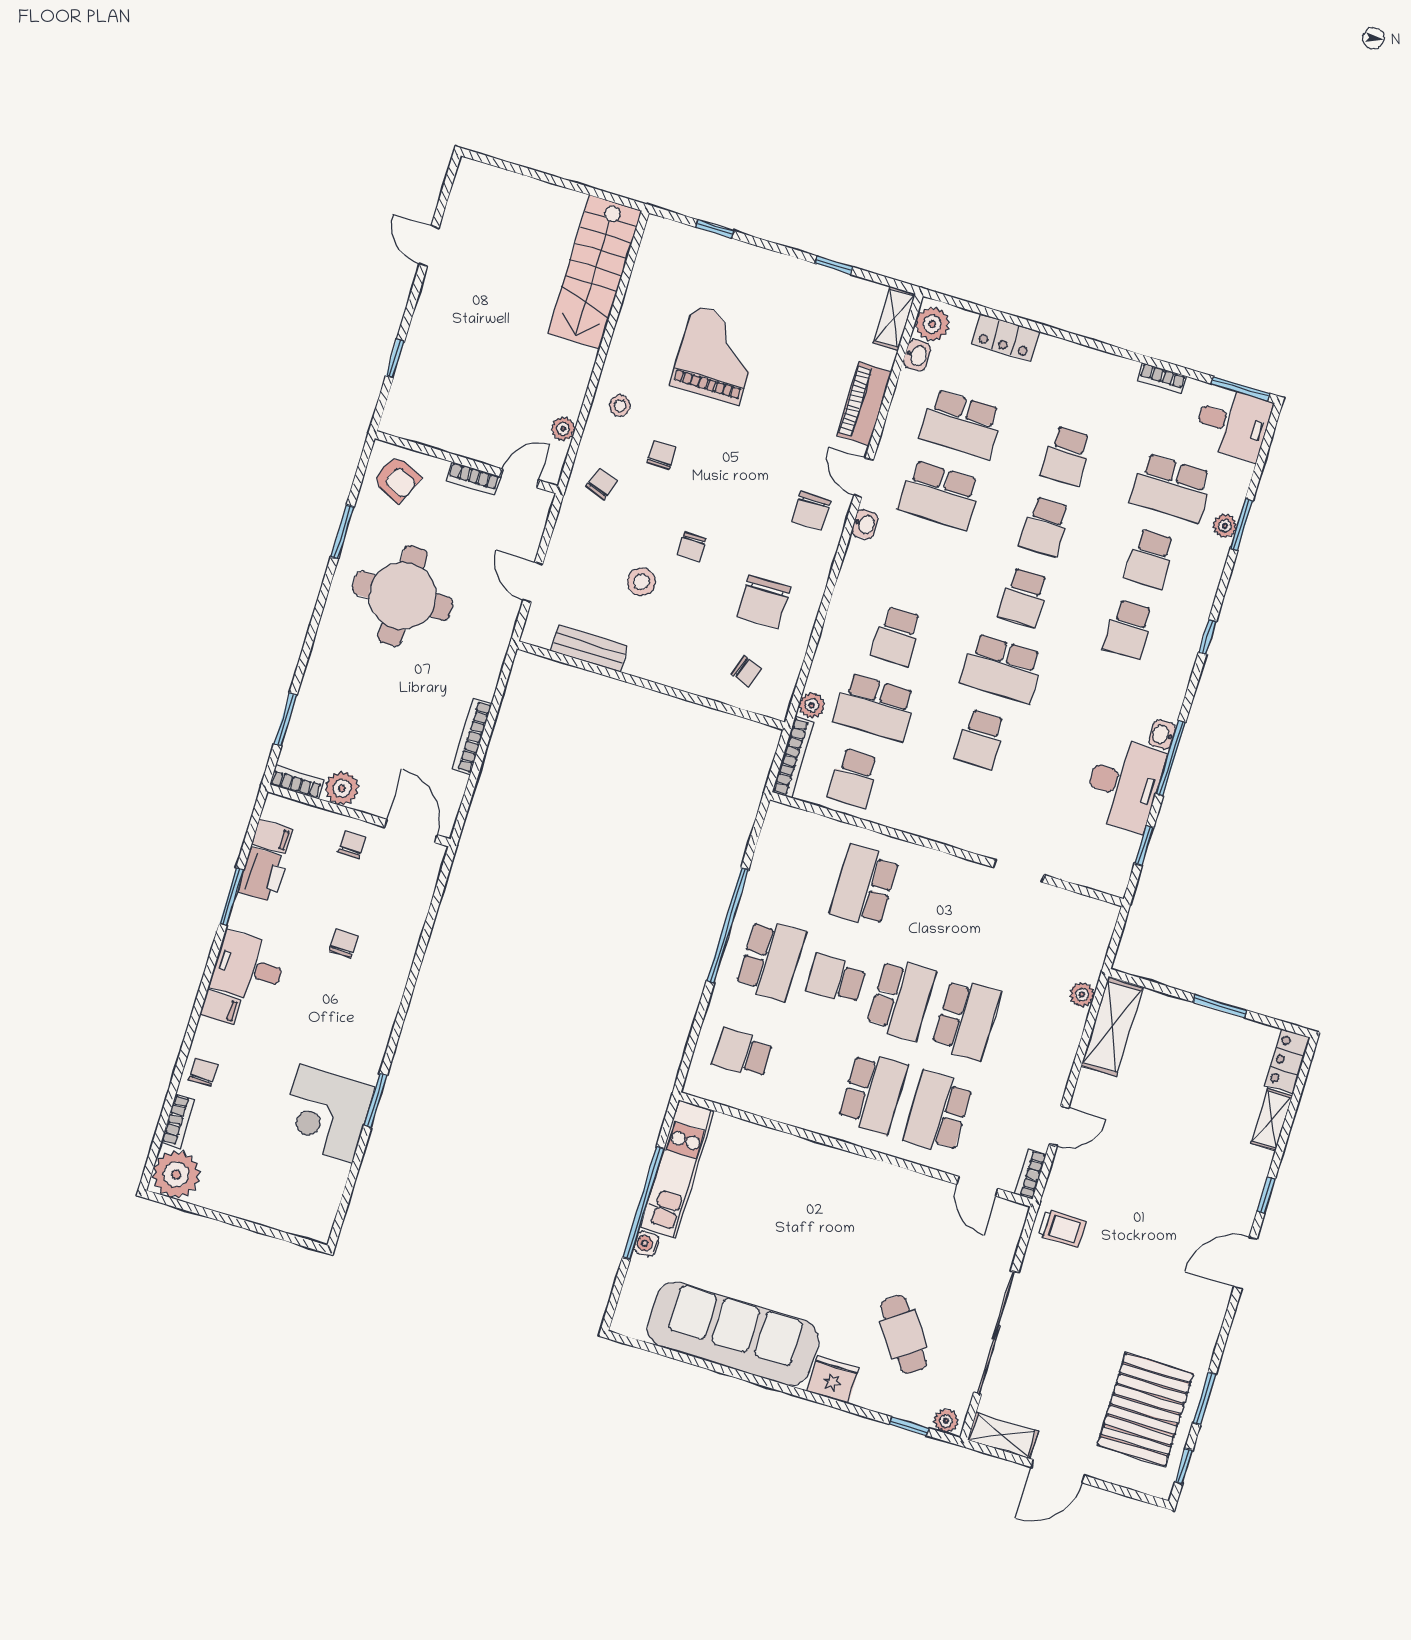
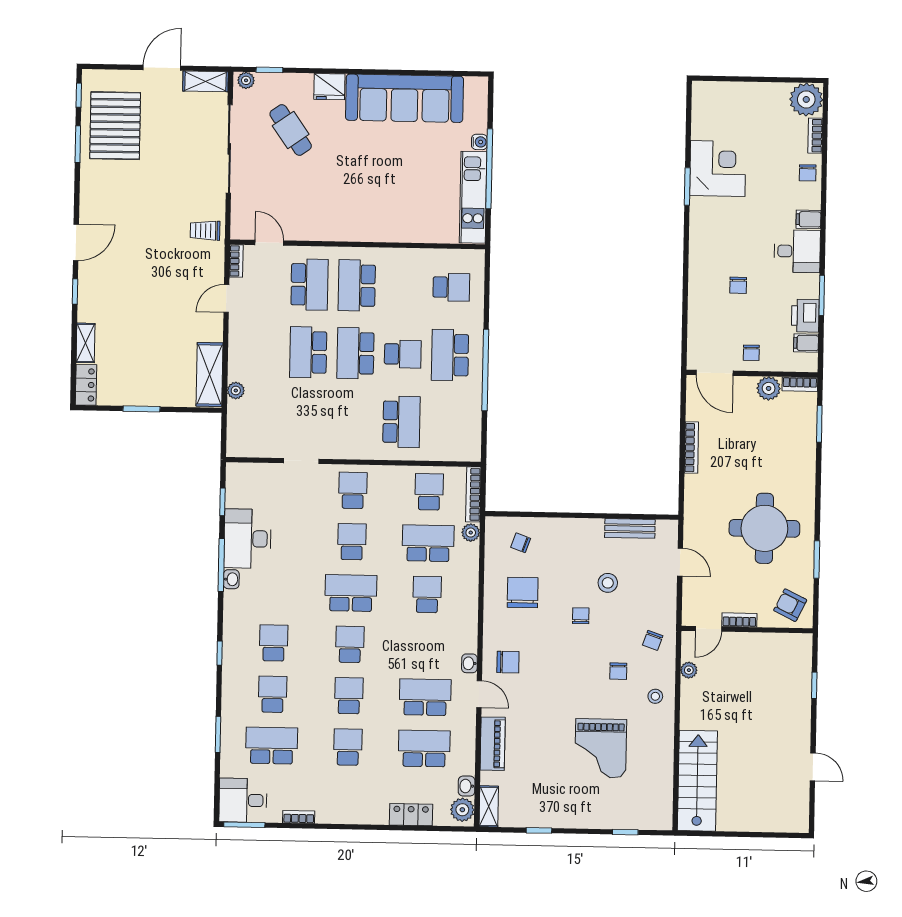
chair: (811, 511) -> (508, 662), turned 90
plant: (1225, 526) -> (229, 730), removed
school desk: (959, 810) -> (353, 490), added

